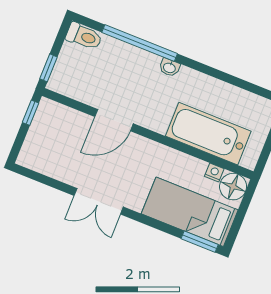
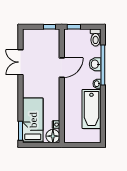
washbasin: (132, 57) -> (95, 64), added
door: (114, 120) -> (62, 68), swing flipped
bathtub: (208, 134) -> (91, 109), moved, turned 180
double door: (99, 201) -> (21, 62), moved

